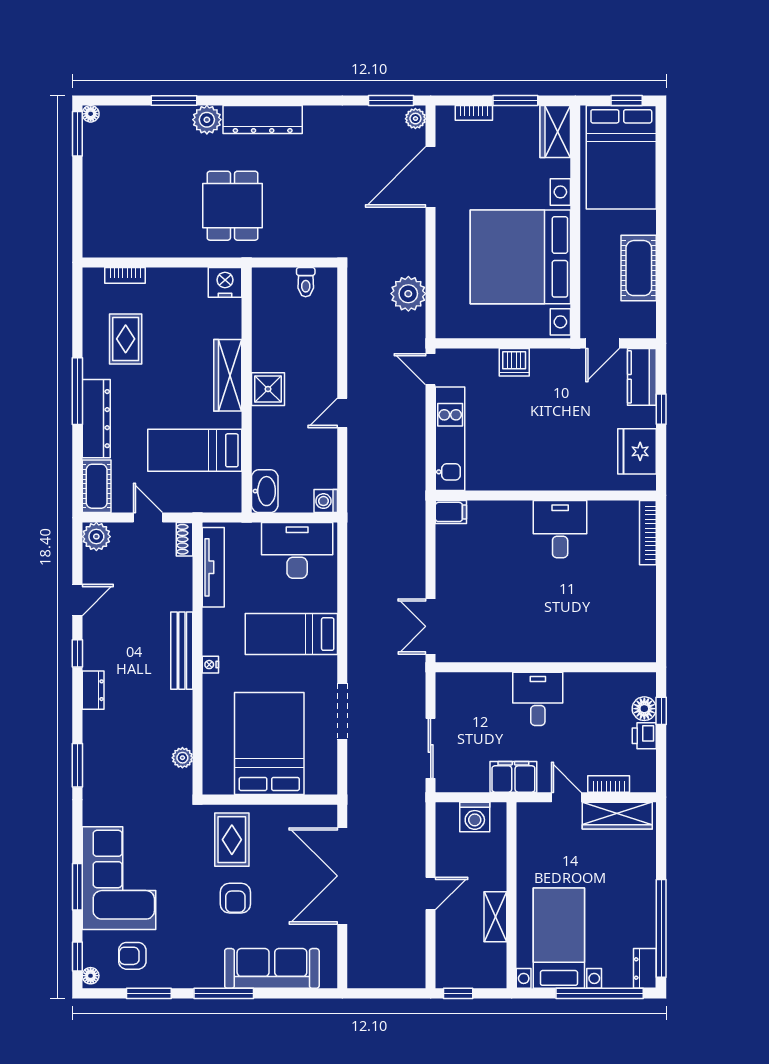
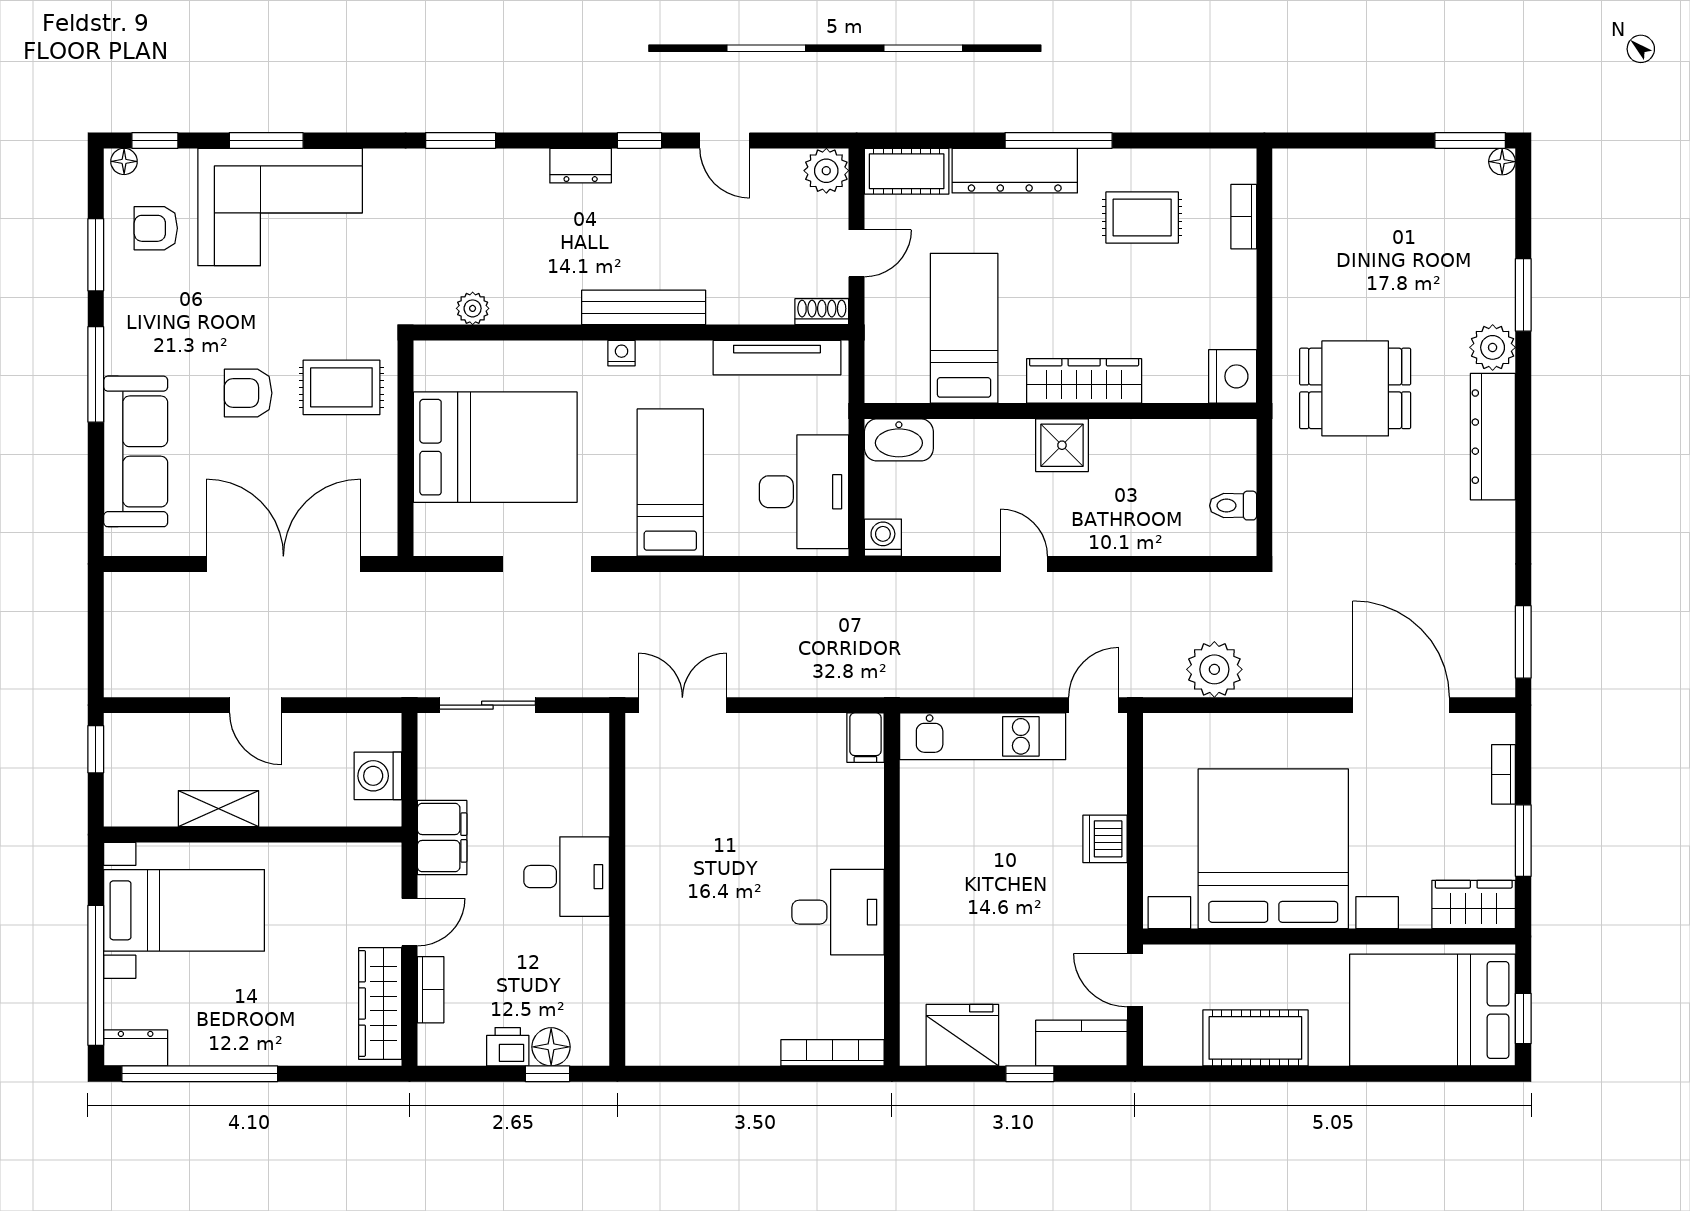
plant: (415, 119) -> (1495, 681), removed
armchair: (132, 956) -> (156, 228), turned -90

